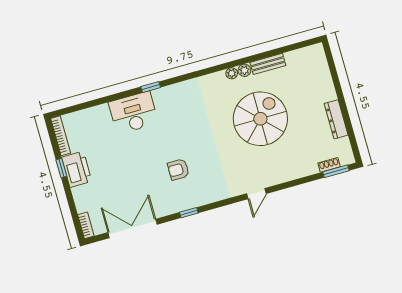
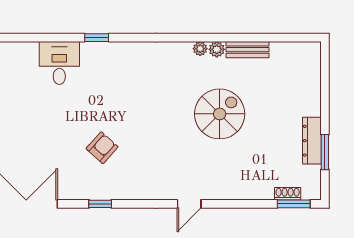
desk: (133, 113) -> (59, 63), width x0.73
spiral stairs: (260, 119) -> (220, 114), width x0.73, depth x0.73
window: (349, 125) -> (325, 152), added
armchair: (178, 169) -> (102, 148), turned 132

